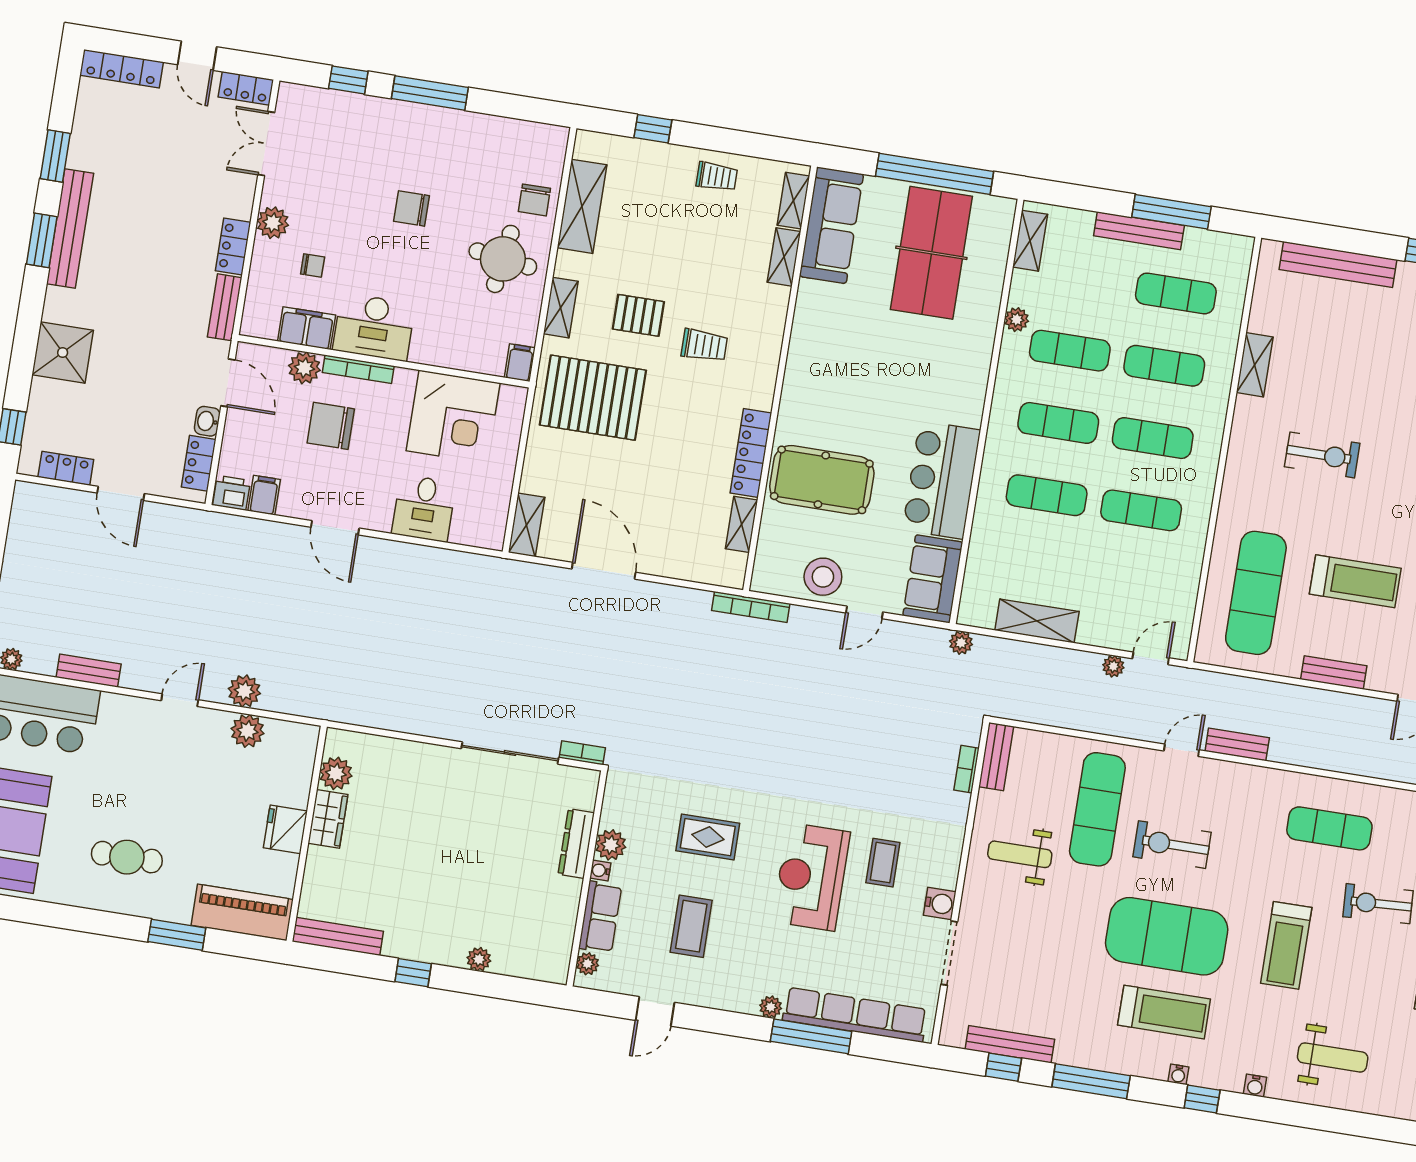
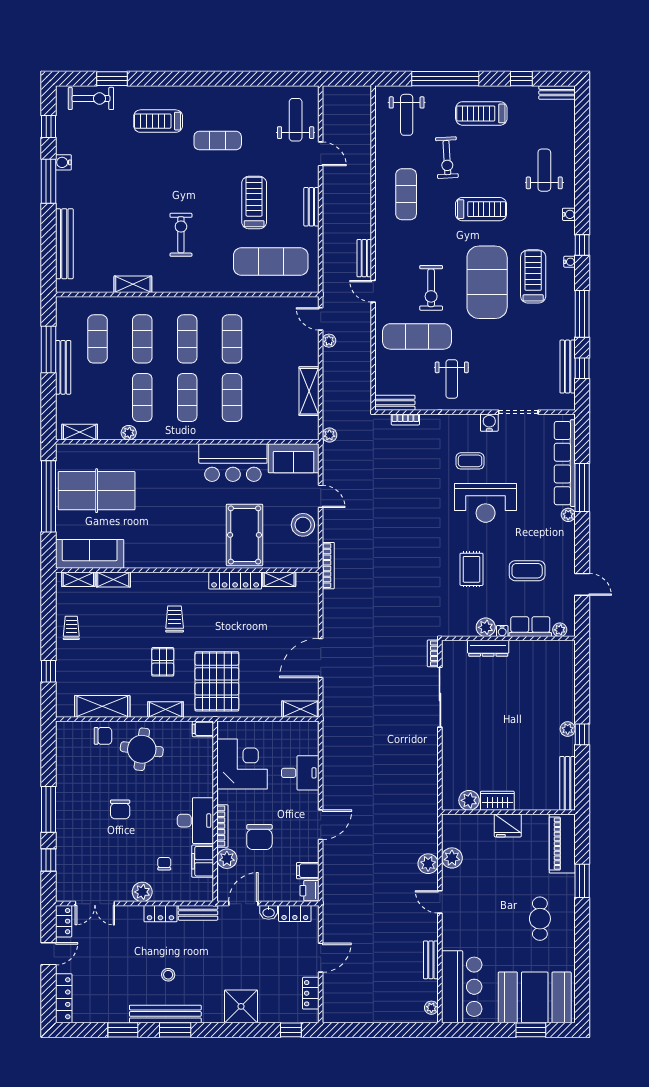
stool: (133, 243) -> (168, 975), added
plant: (479, 959) -> (568, 729), moved

